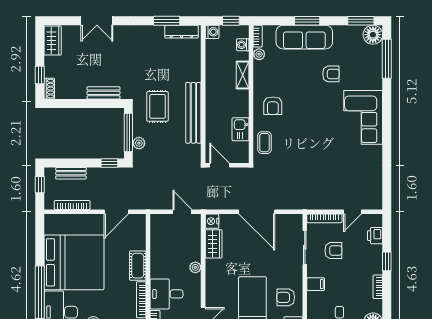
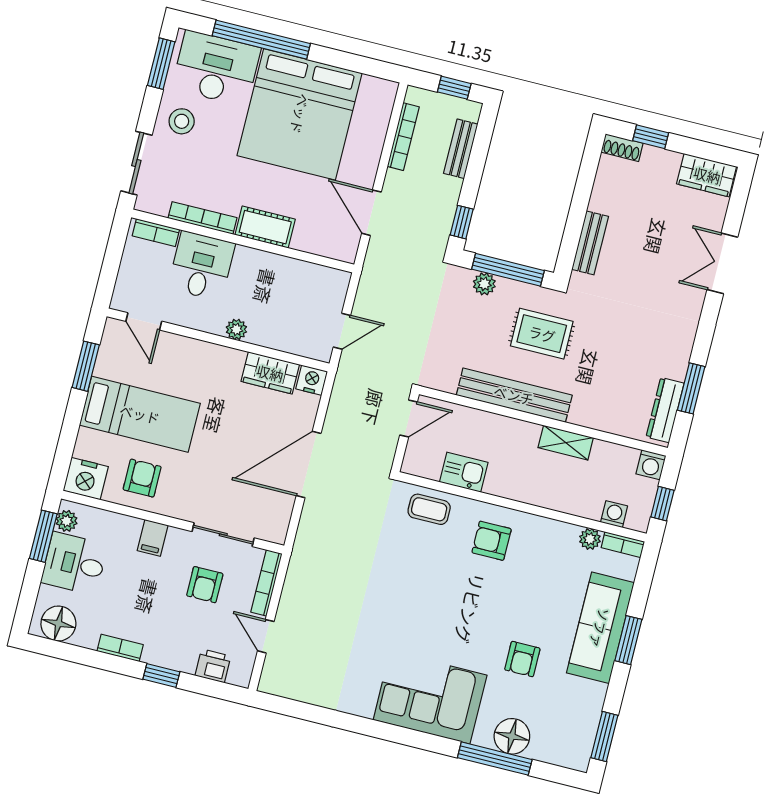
floor lamp: (373, 35) -> (512, 736), moved
window: (387, 59) -> (495, 759), moved
shelving: (243, 75) -> (566, 443), moved

